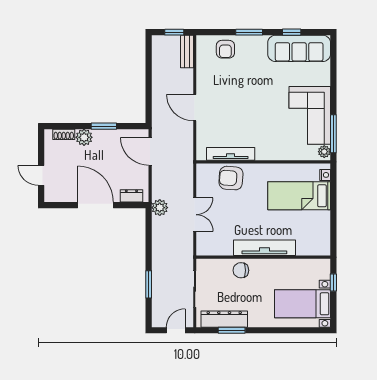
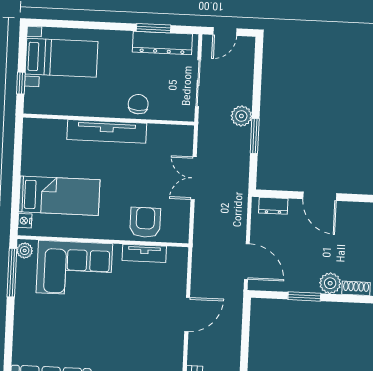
door: (195, 108) -> (187, 314), hinge flipped
corner sofa: (310, 115) -> (74, 268), moved, turned 90
tv unit: (231, 154) -> (144, 253), width x0.71
armchair: (231, 178) -> (145, 222), turned -94
door: (95, 205) -> (320, 196), width x0.73
plant: (160, 208) -> (241, 116), moved
chair: (241, 270) -> (138, 104), turned -87
window: (149, 284) -> (255, 136), moved

